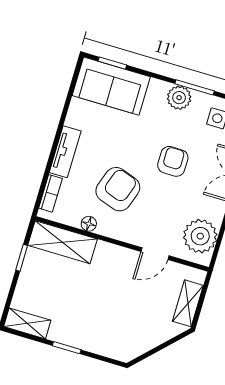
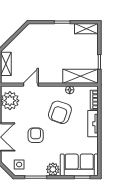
plant: (179, 98) -> (53, 169), moved
armchair: (173, 161) -> (36, 135), turned 180

